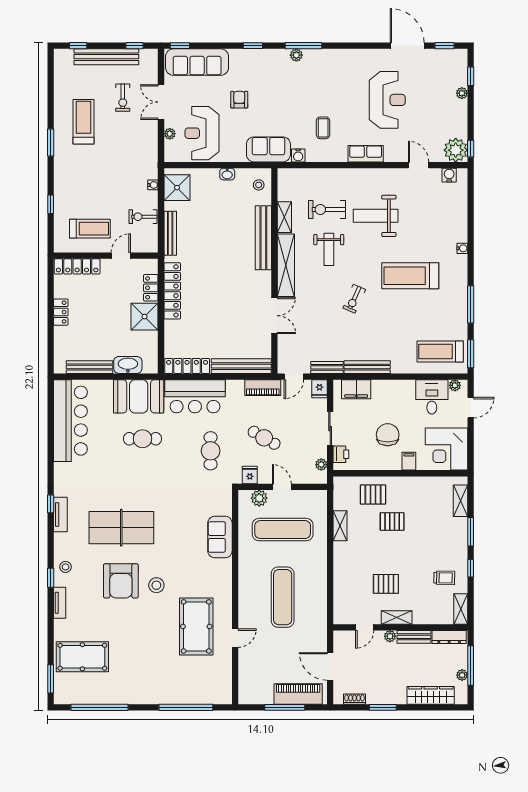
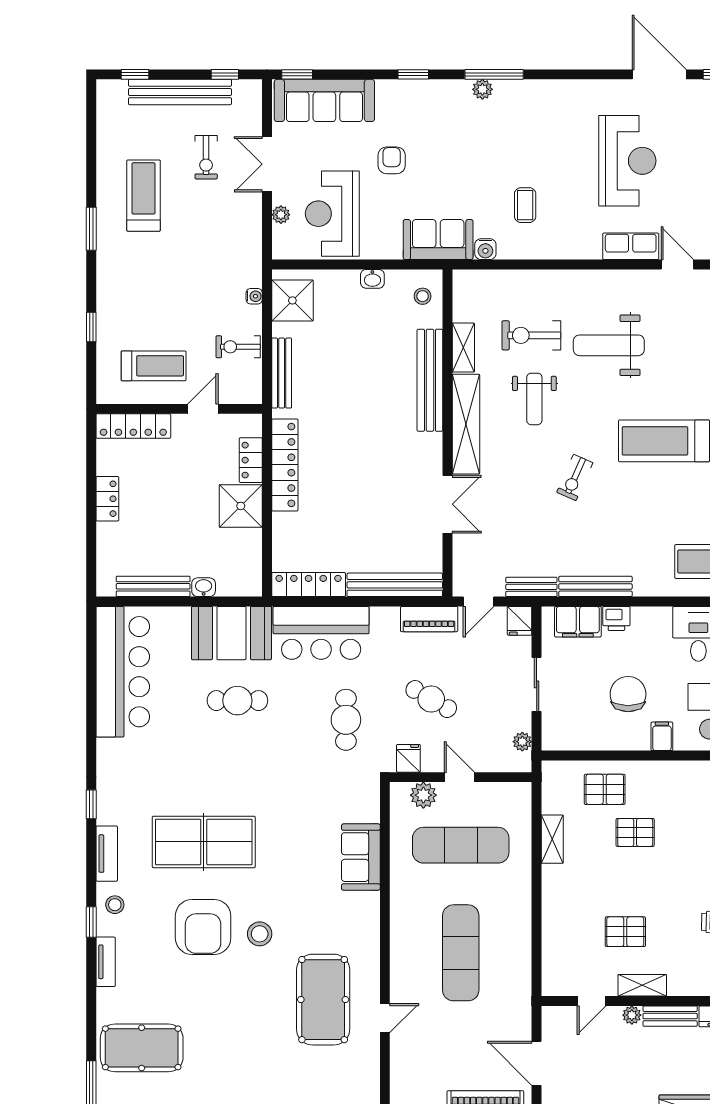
row of seats: (366, 154) -> (631, 246), moved
washbasin: (128, 365) -> (204, 587), width x0.52, depth x0.69
printer: (341, 454) -> (616, 619), moved, turned 90
tv unit: (60, 514) -> (107, 854), moved

